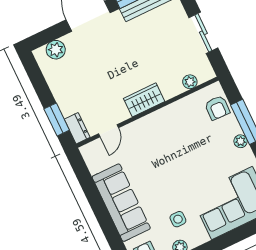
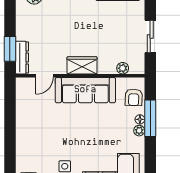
dresser: (77, 128) -> (22, 58), width x1.44
floor lamp: (235, 129) -> (140, 119), added
sofa: (121, 203) -> (85, 90), moved, turned 90

